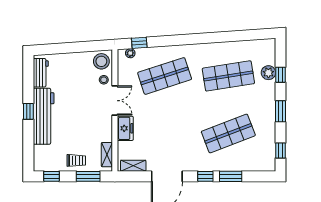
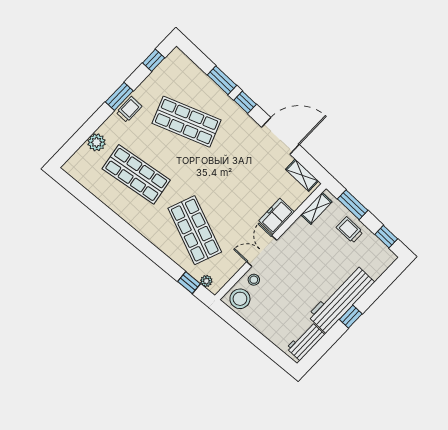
window: (280, 75) -> (87, 130), removed
shop shelf: (165, 76) -> (195, 230), turned 39
trolley: (268, 109) -> (129, 109), added

